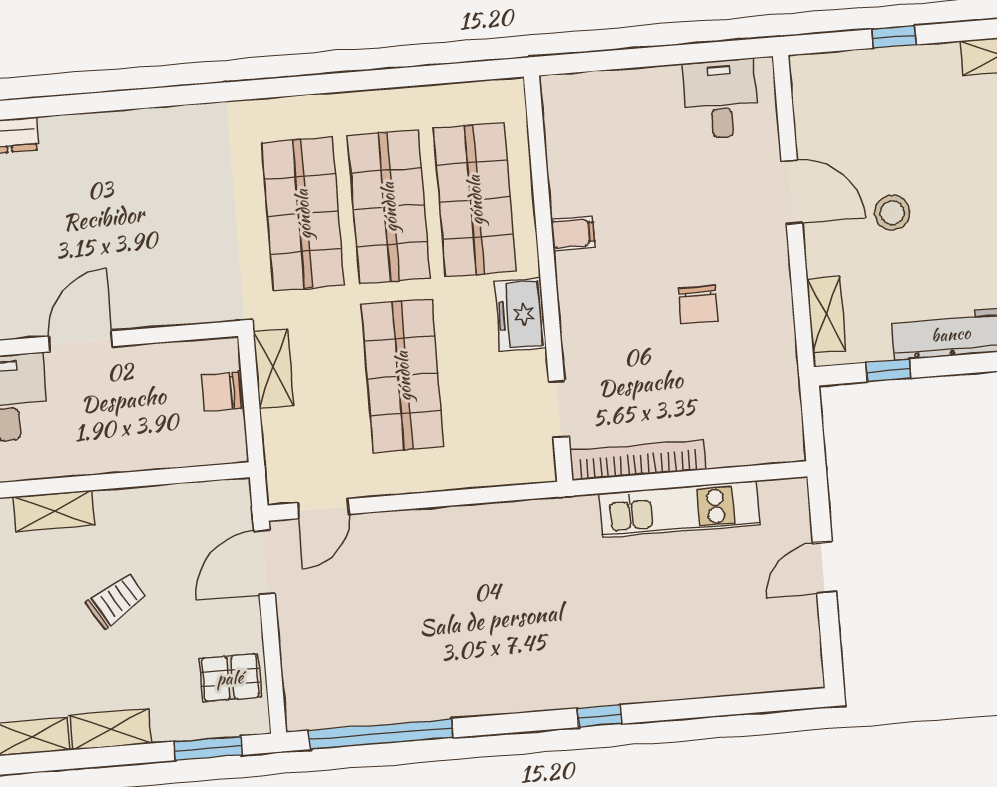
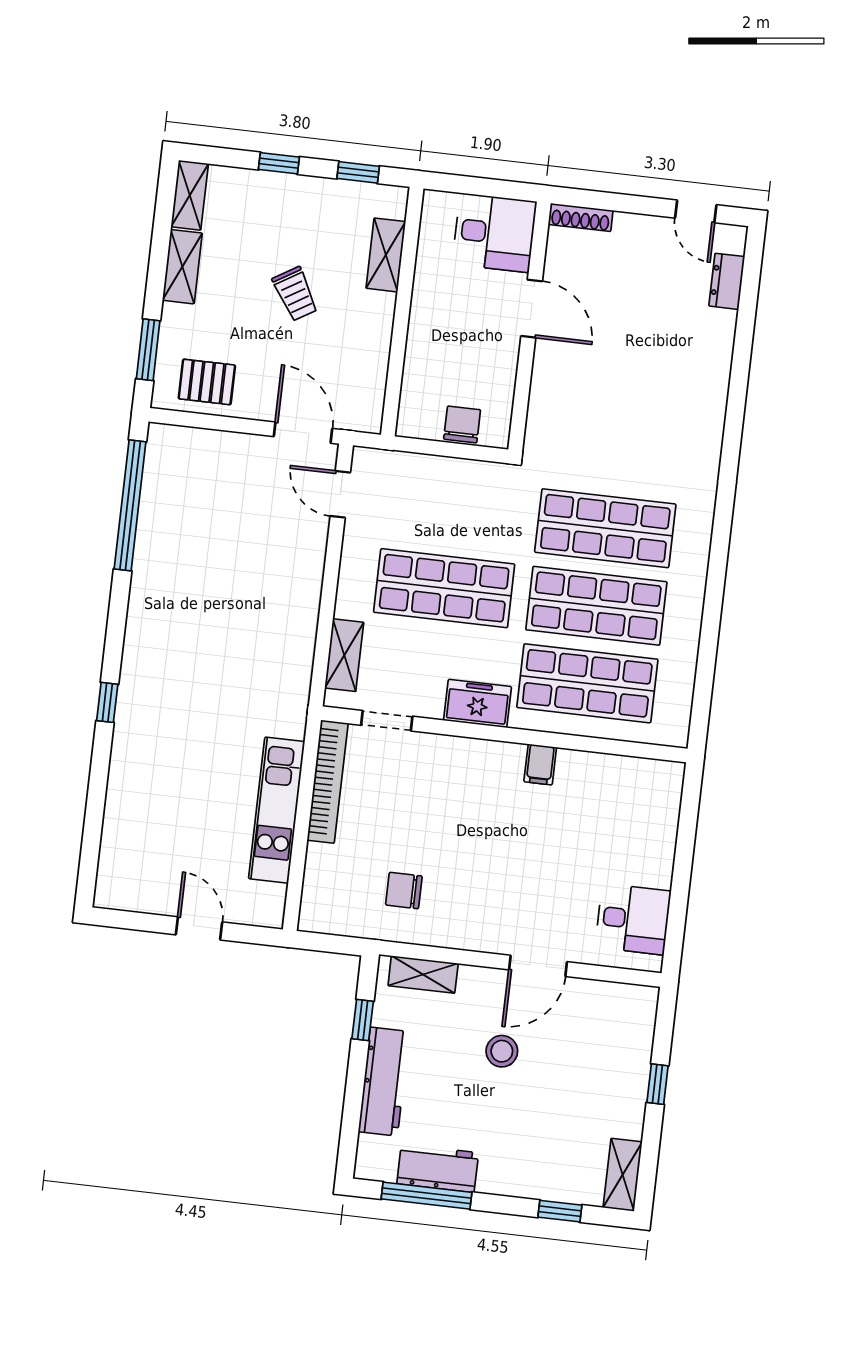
chair: (698, 305) -> (404, 891), moved
shelving: (274, 369) -> (344, 655), moved, turned 90
pallet: (230, 678) -> (207, 382), turned 90

